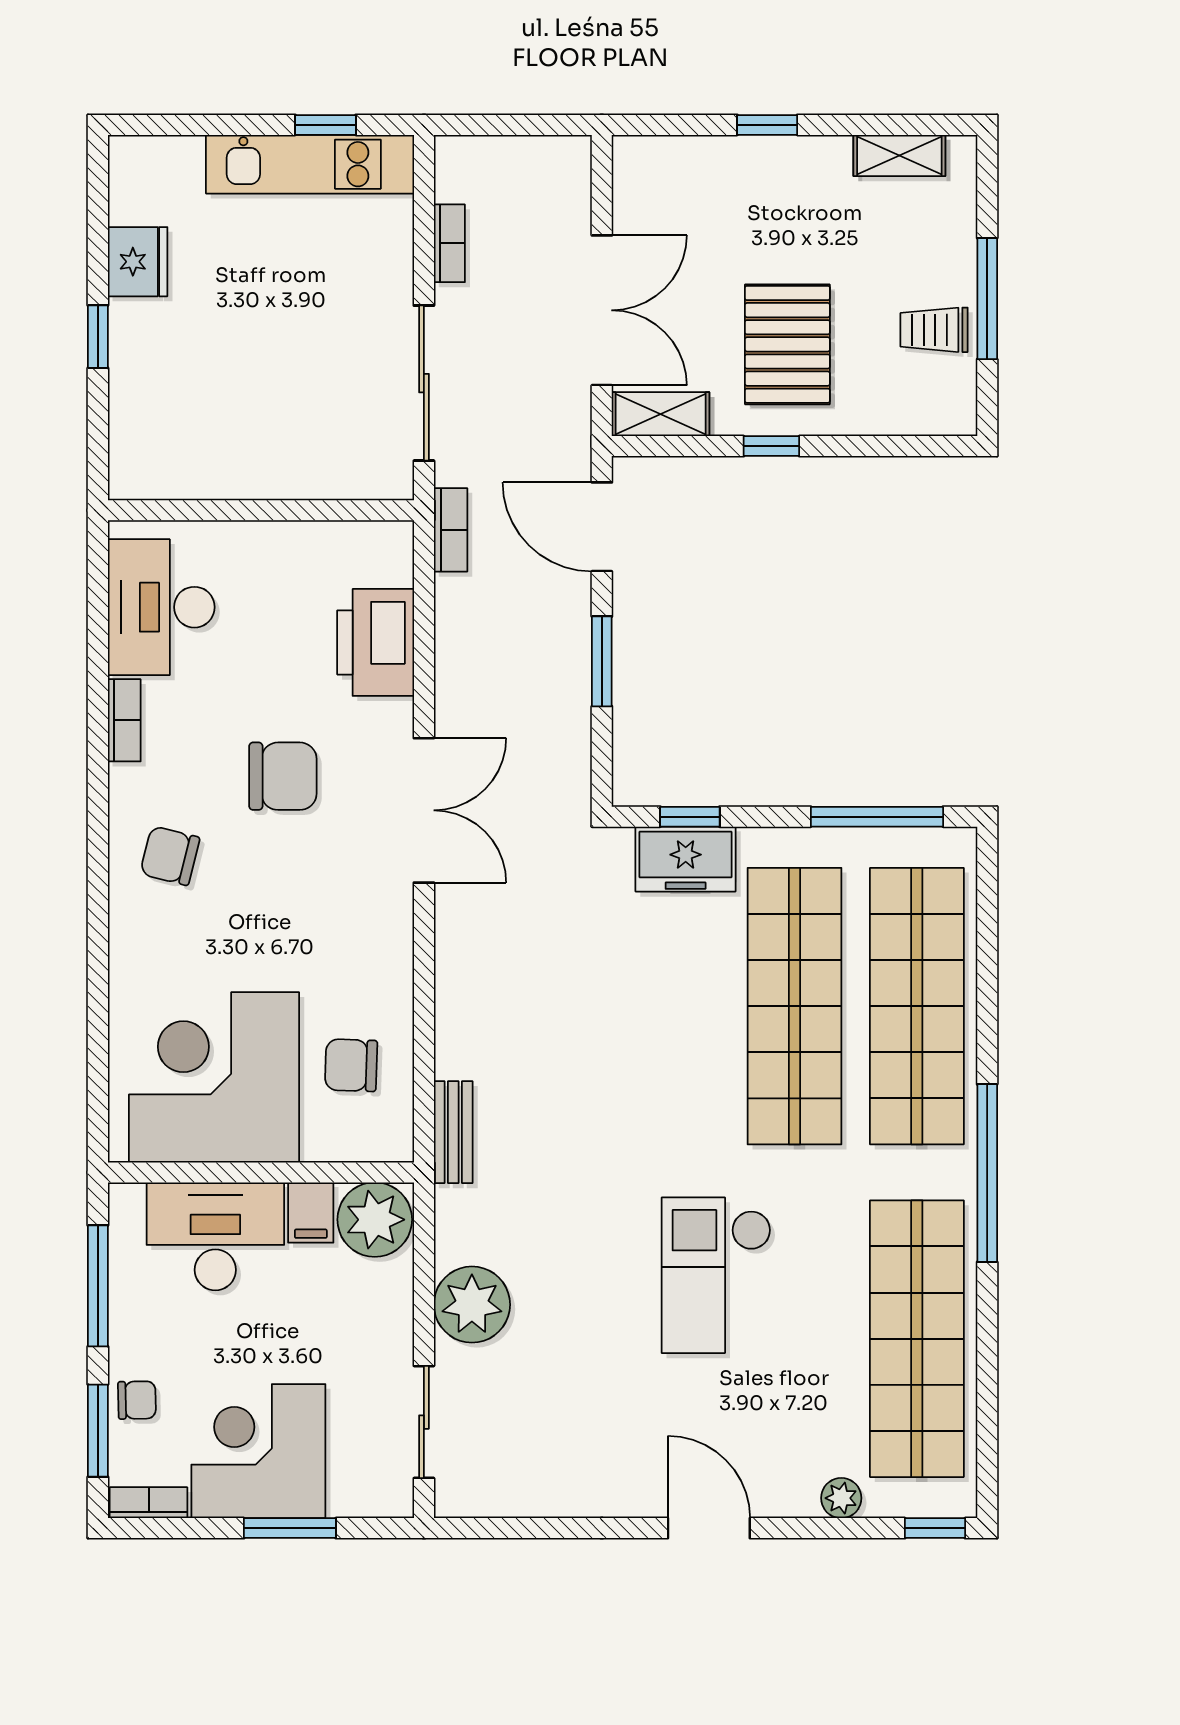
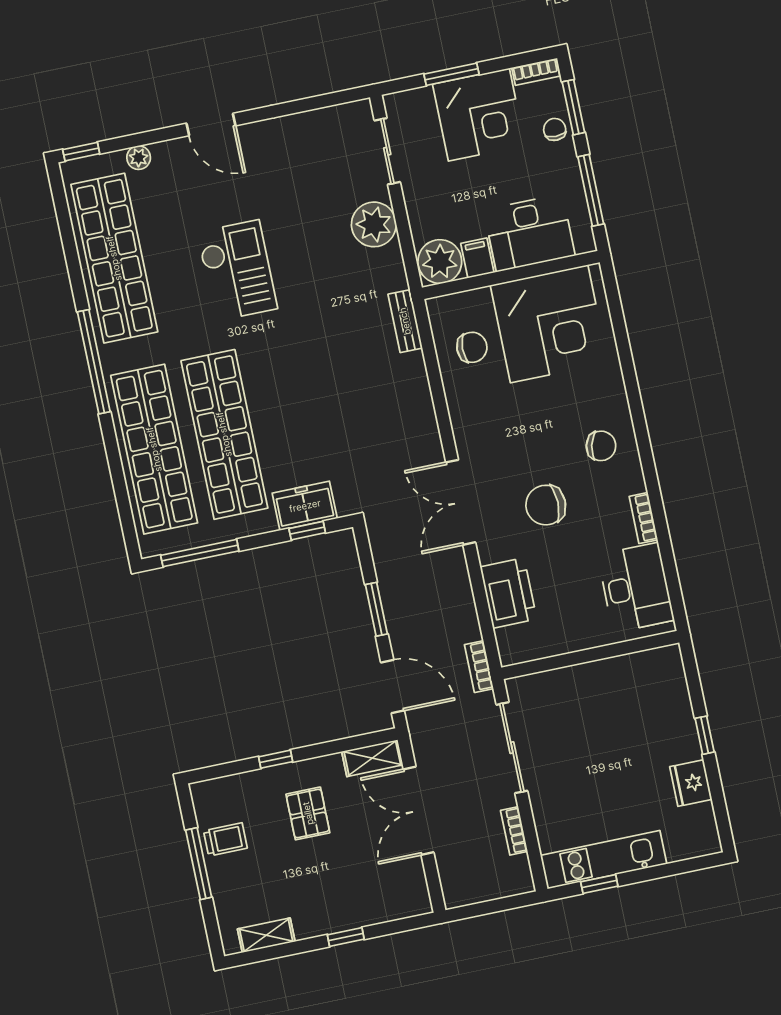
pallet: (787, 344) -> (308, 813), width x0.67, depth x0.71
window: (771, 446) -> (276, 759), moved
chair: (137, 1400) -> (555, 129), turned 91

